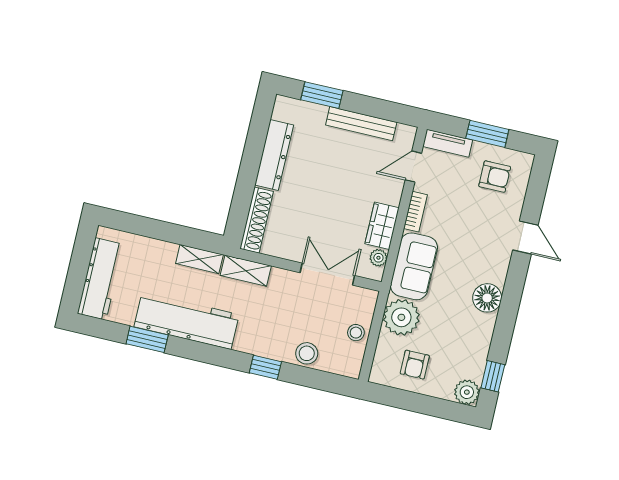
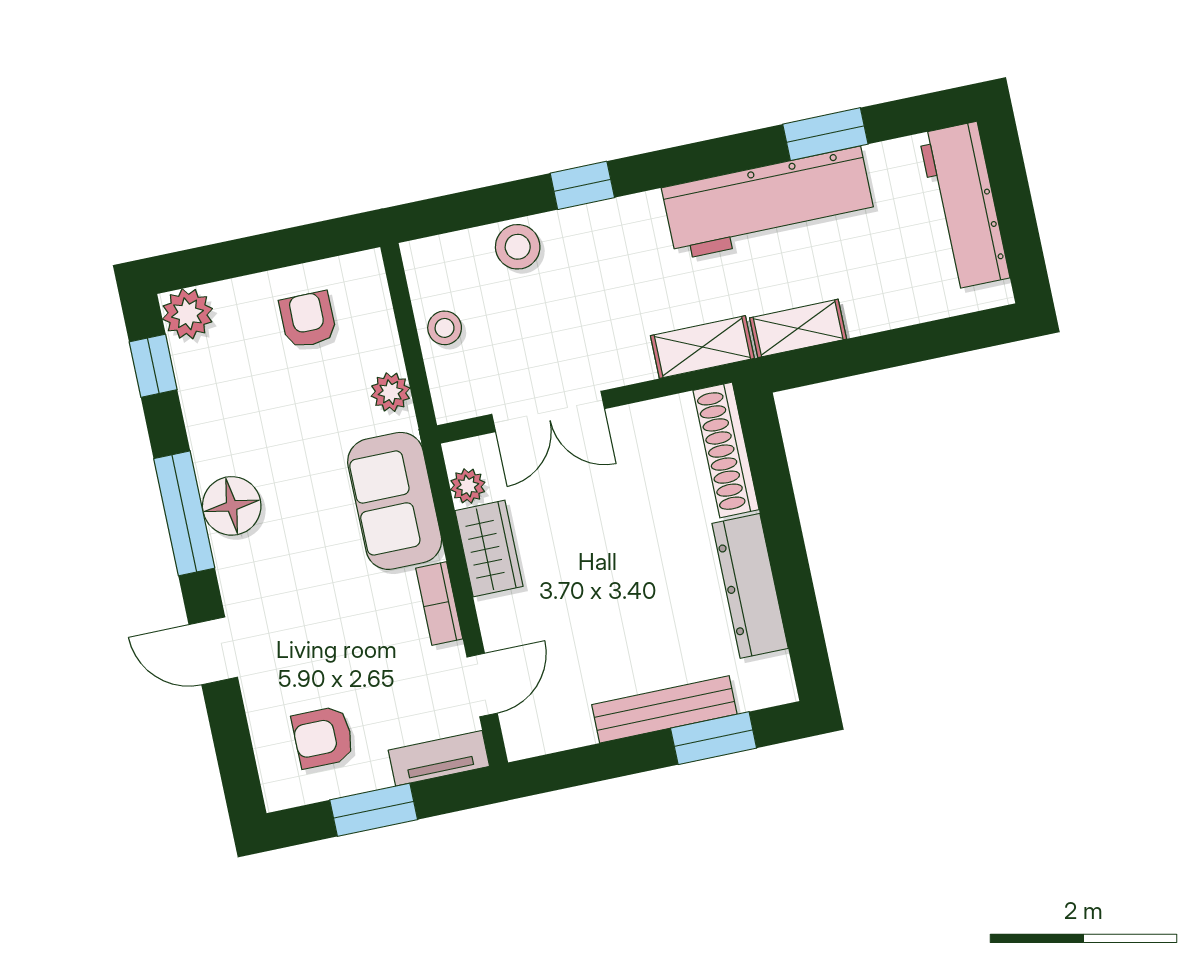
bench: (361, 124) -> (664, 709), moved
window: (510, 304) -> (184, 513), added
plant: (401, 317) -> (391, 392), width x0.53, depth x0.53

